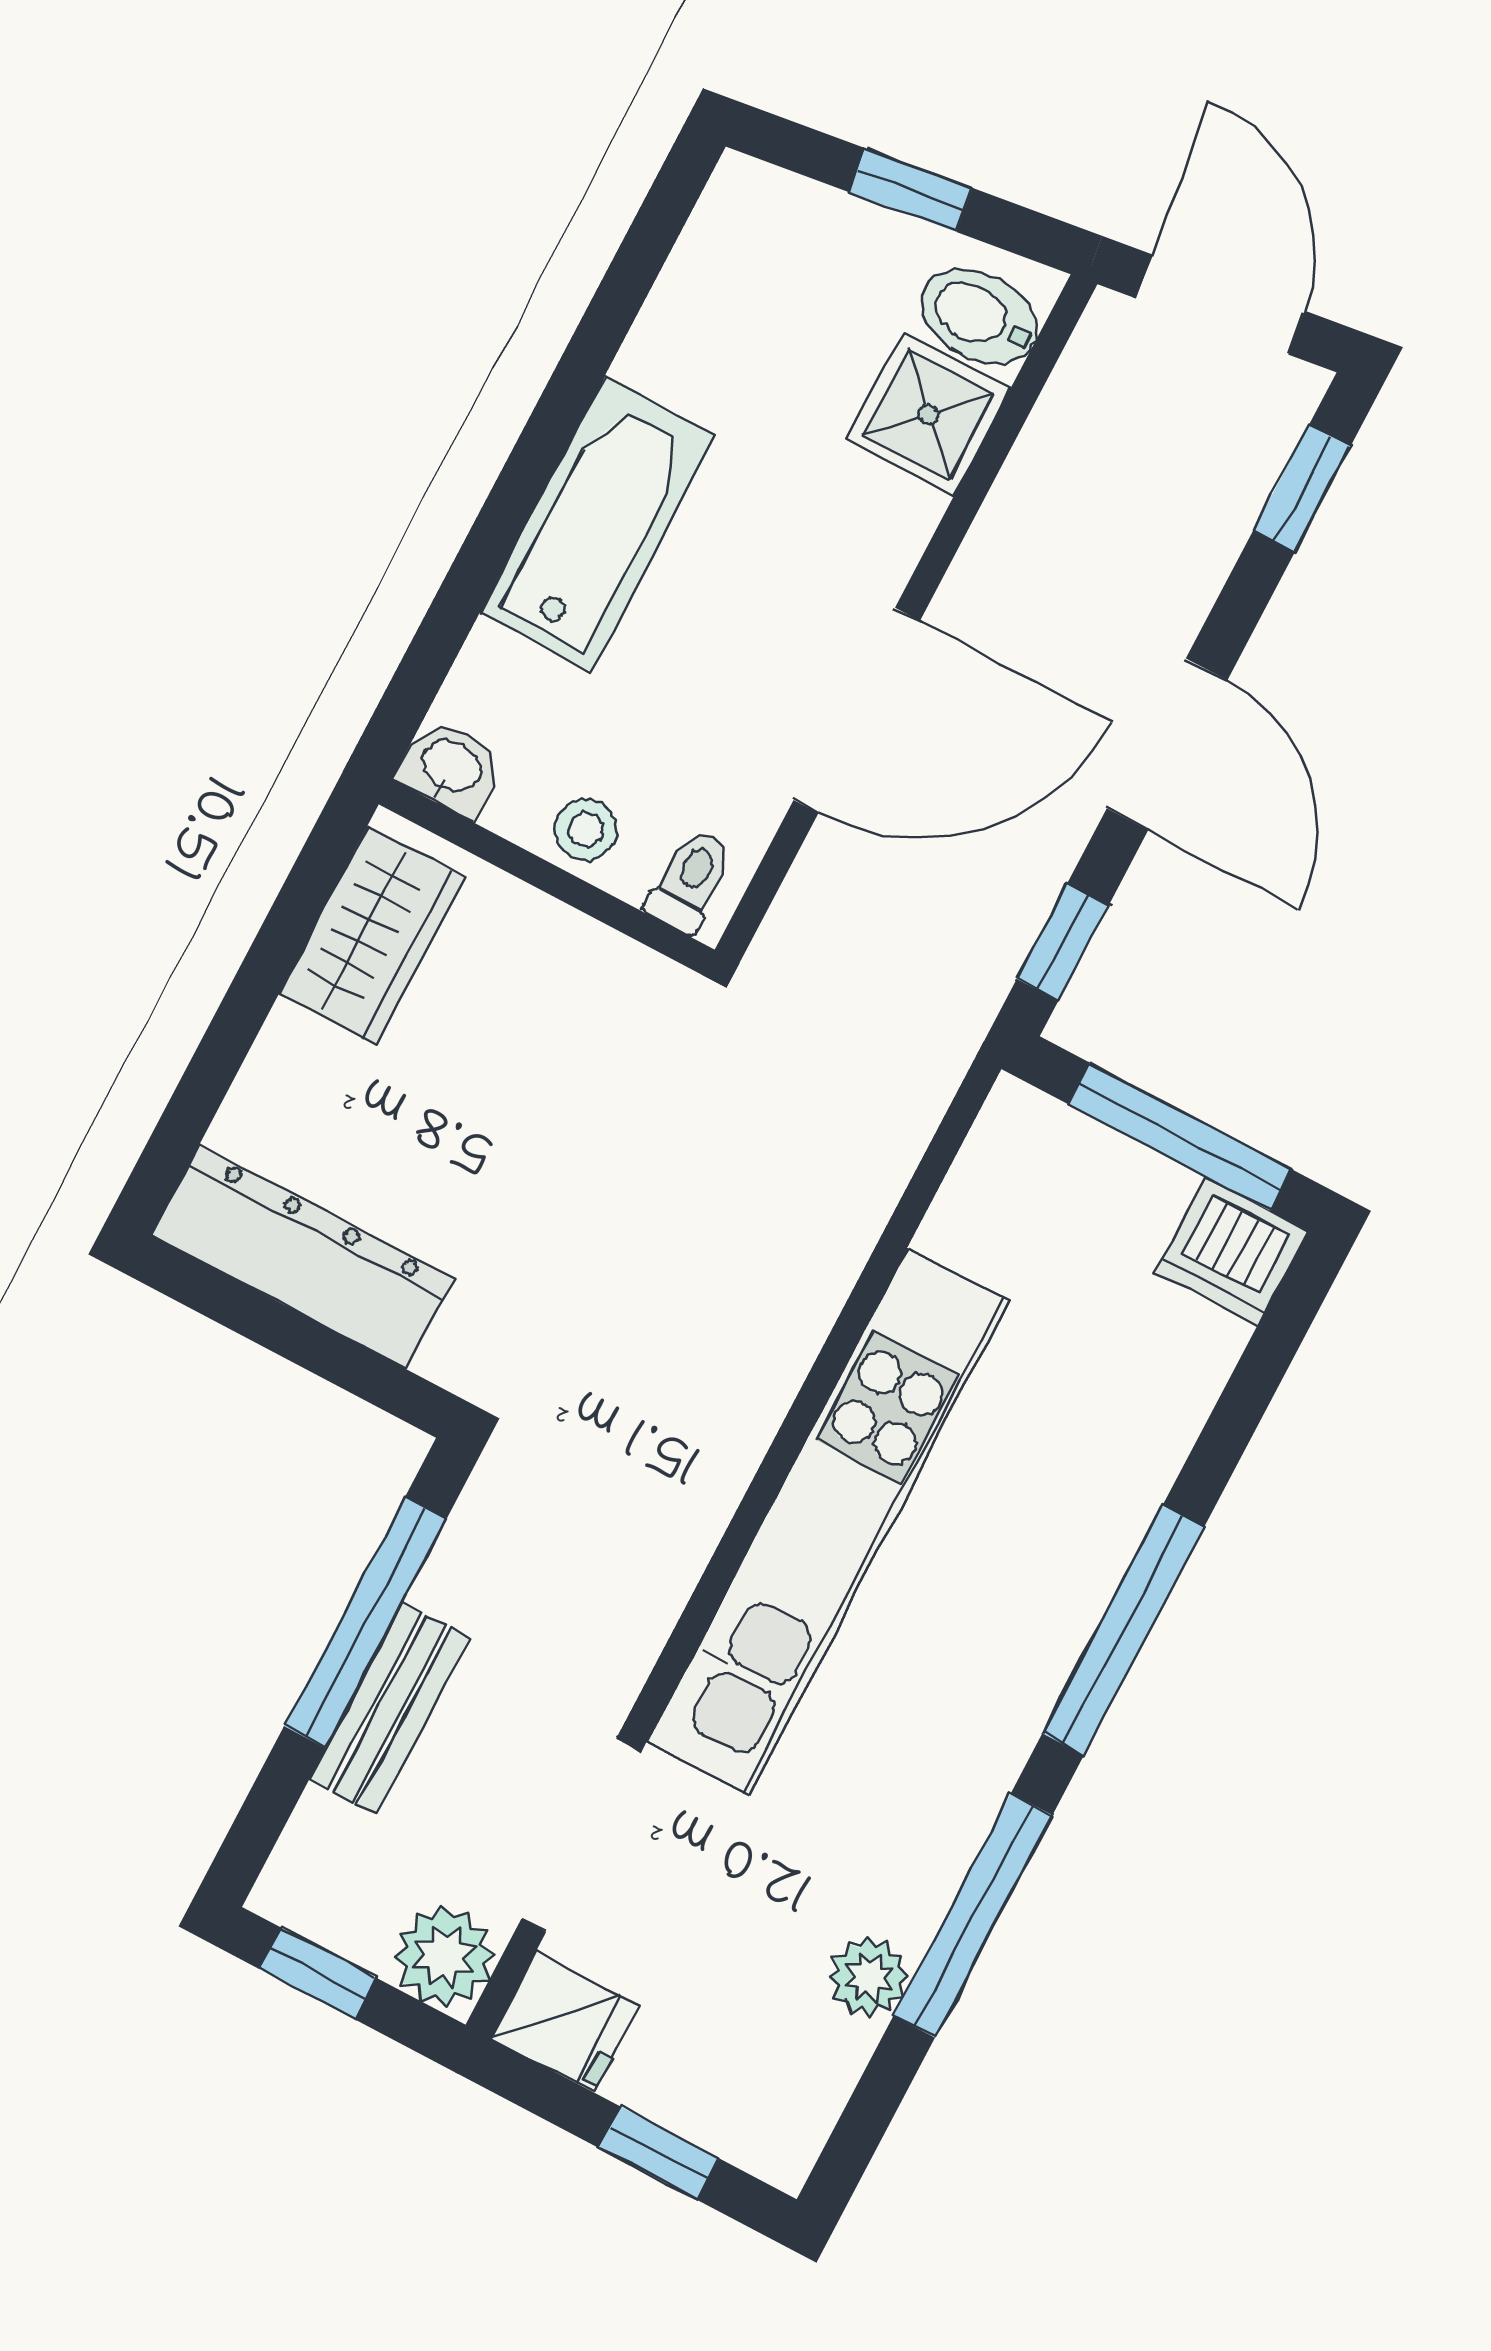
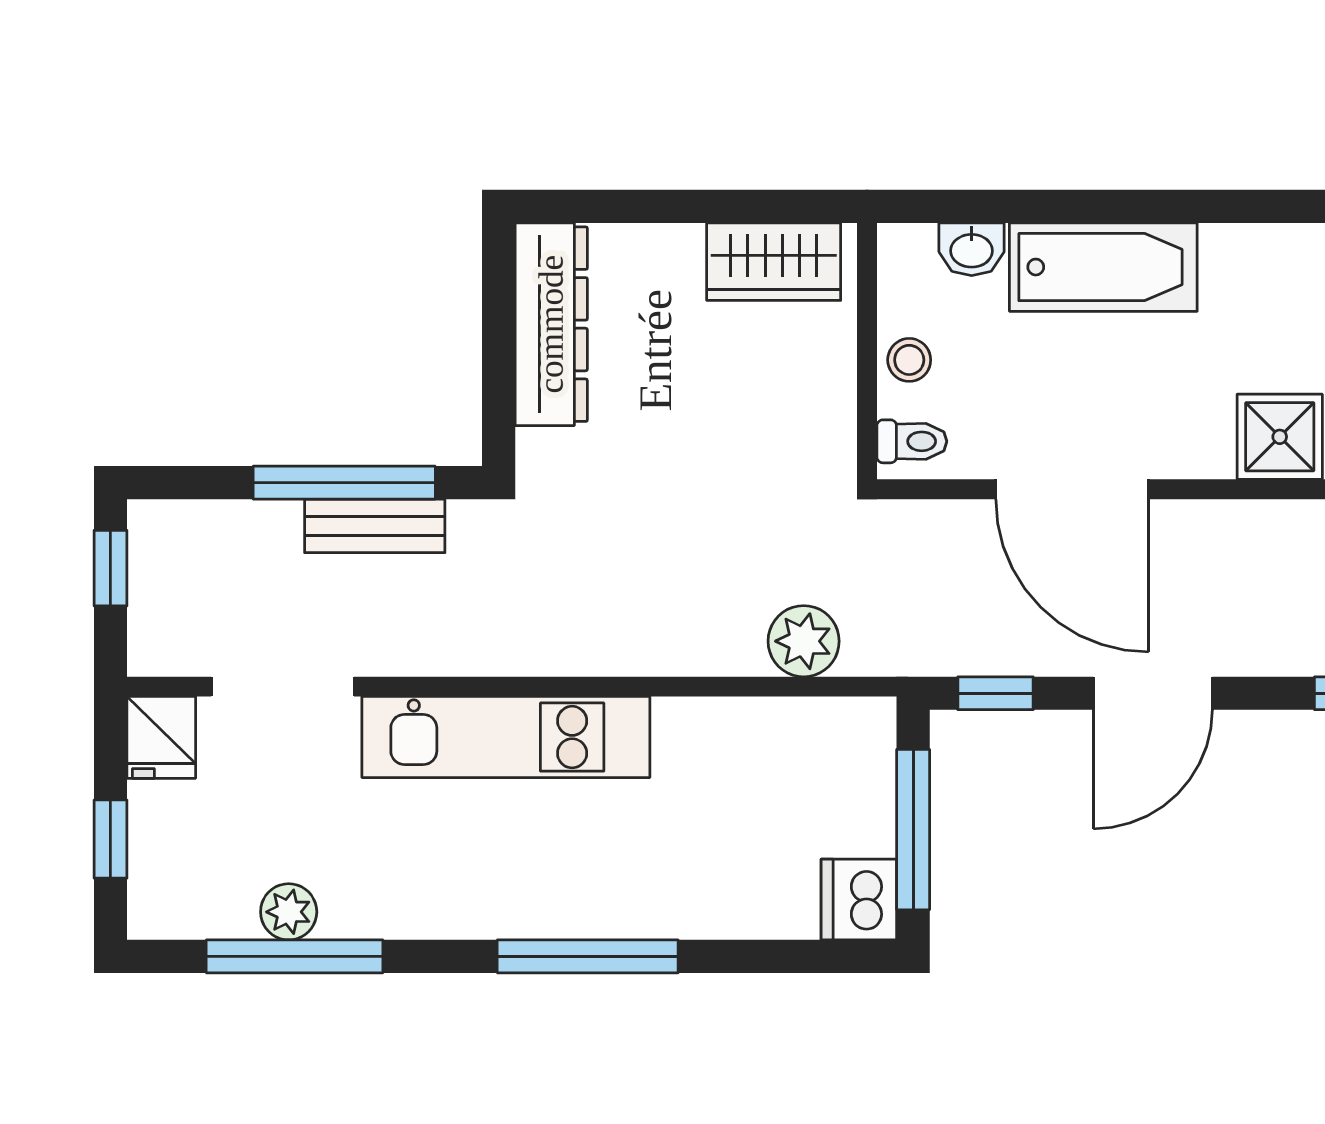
washbasin: (450, 768) -> (972, 249), moved, turned 90
kitchen unit: (828, 1522) -> (506, 737), width x0.73
bench: (389, 1709) -> (375, 526), moved
window: (973, 1915) -> (295, 956), moved
plant: (444, 1956) -> (804, 641), moved

